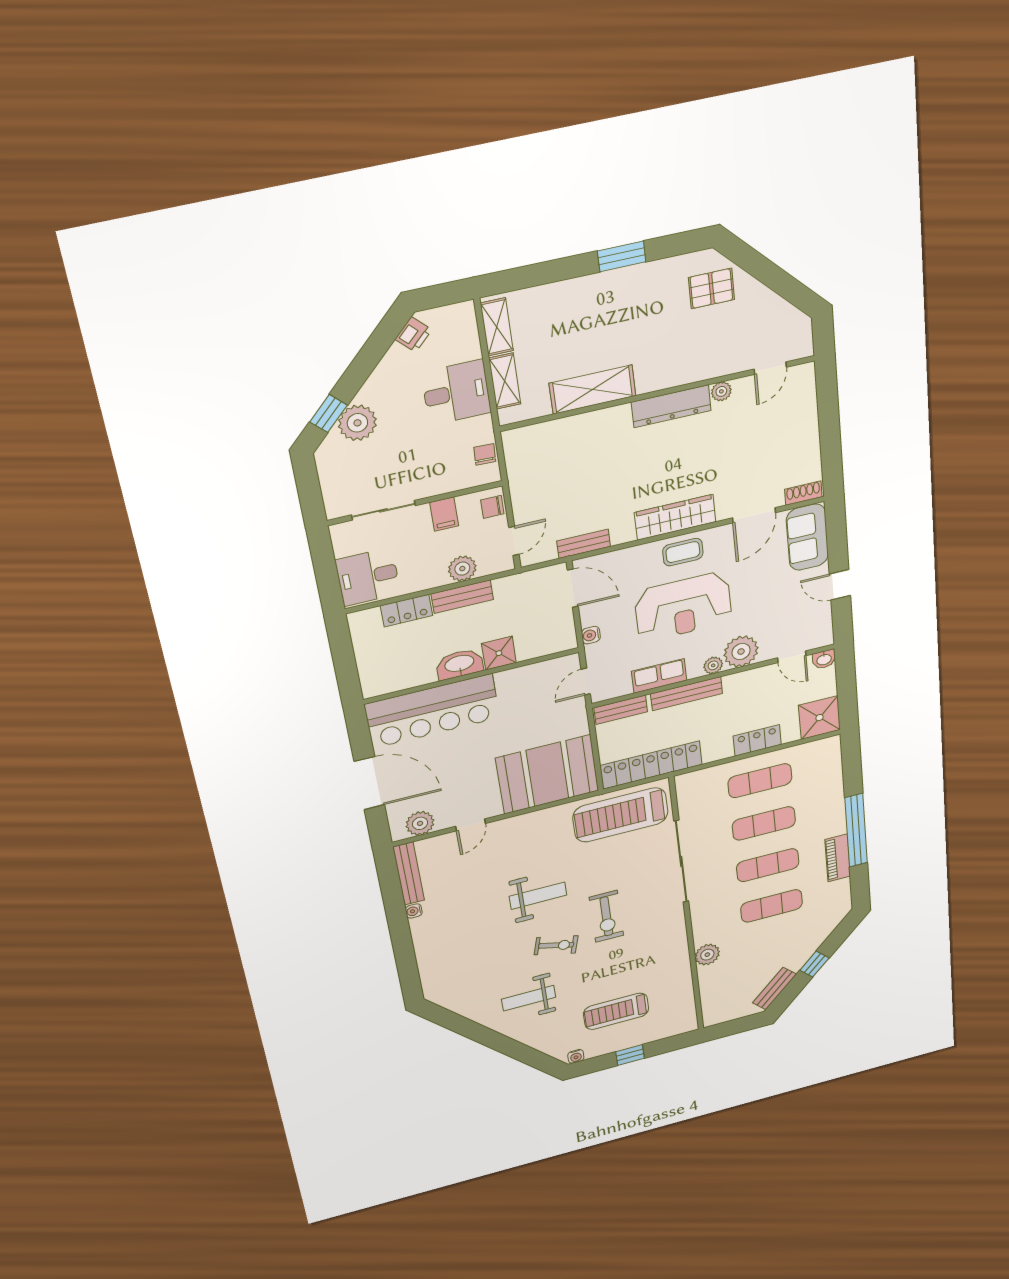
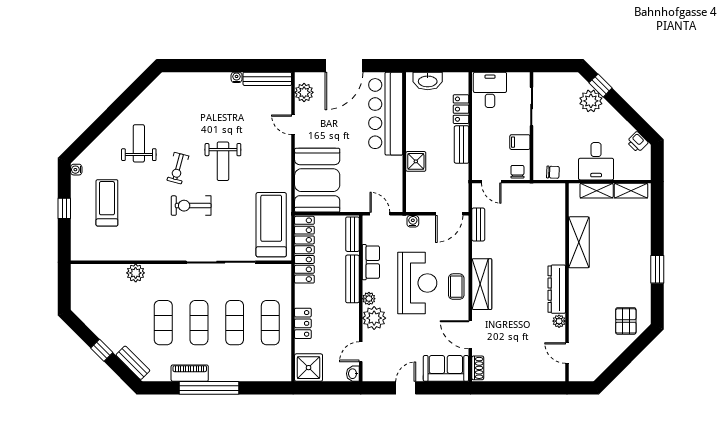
plant: (462, 569) -> (481, 147), removed
reception desk: (683, 607) -> (417, 283), turned 180
washbasin: (459, 664) -> (428, 81), moved, turned 90
bench: (774, 989) -> (133, 363), moved

